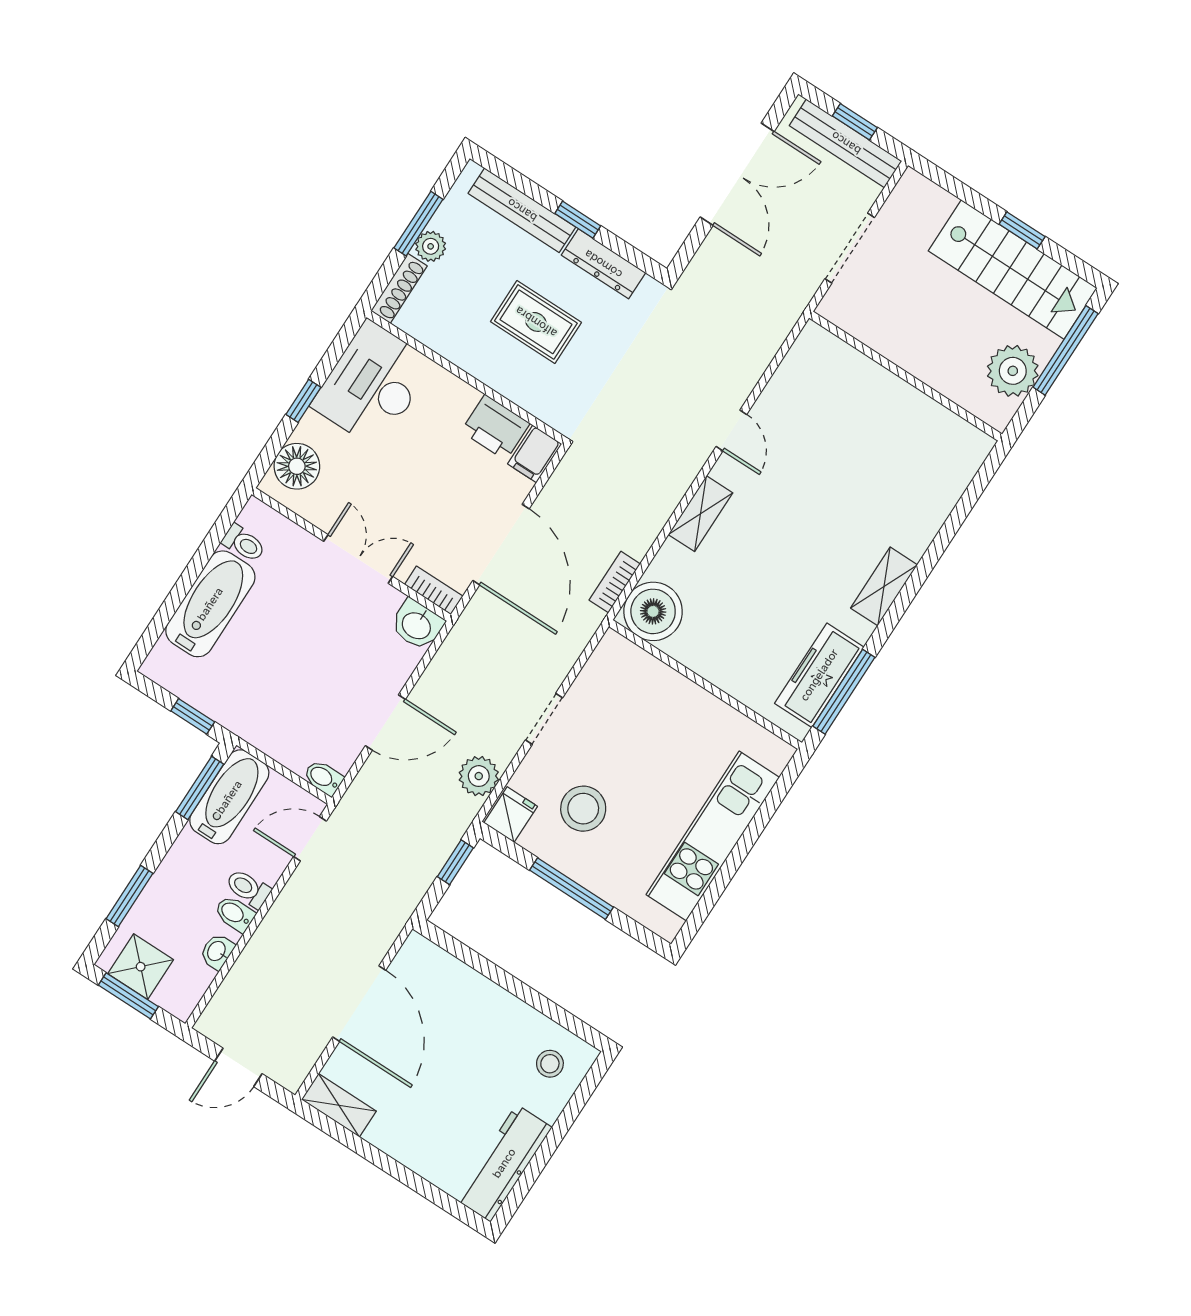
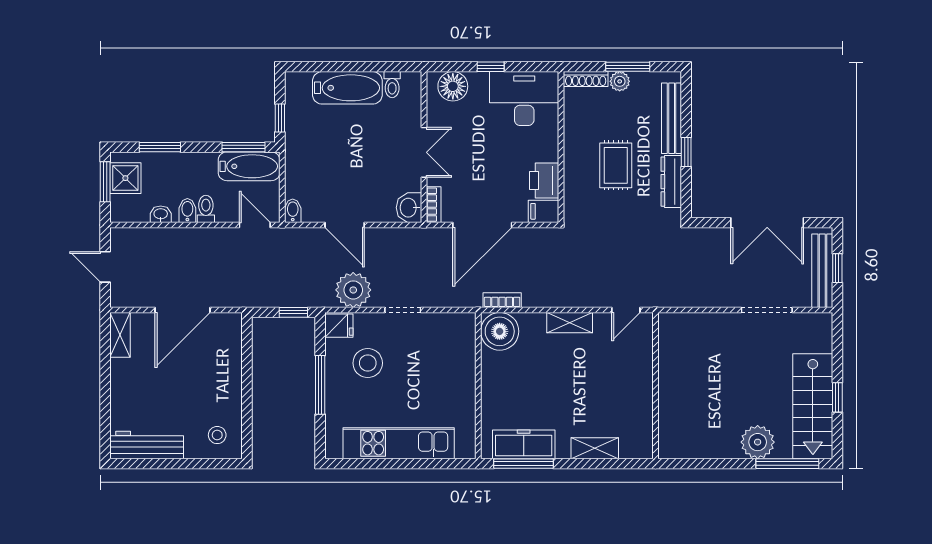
wall: (906, 376) -> (655, 386), moved
plant: (479, 776) -> (353, 290), width x1.36, depth x1.36

